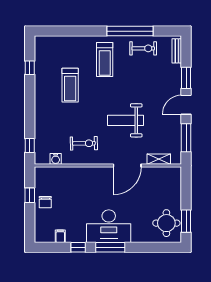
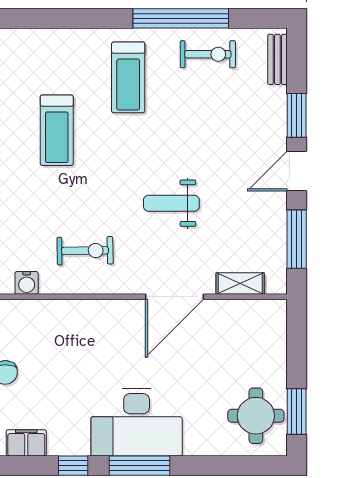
weight bench: (126, 120) -> (171, 203), width x0.73, depth x0.75
filing cabinet: (60, 236) -> (26, 443), width x2.00

